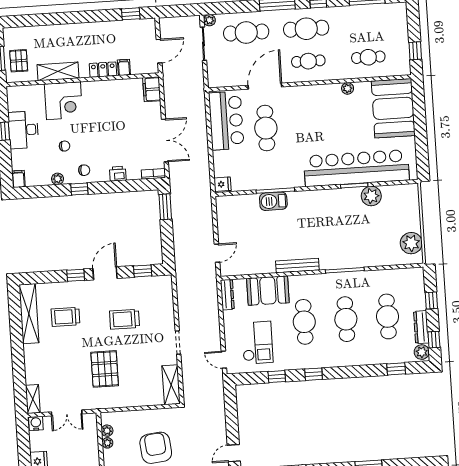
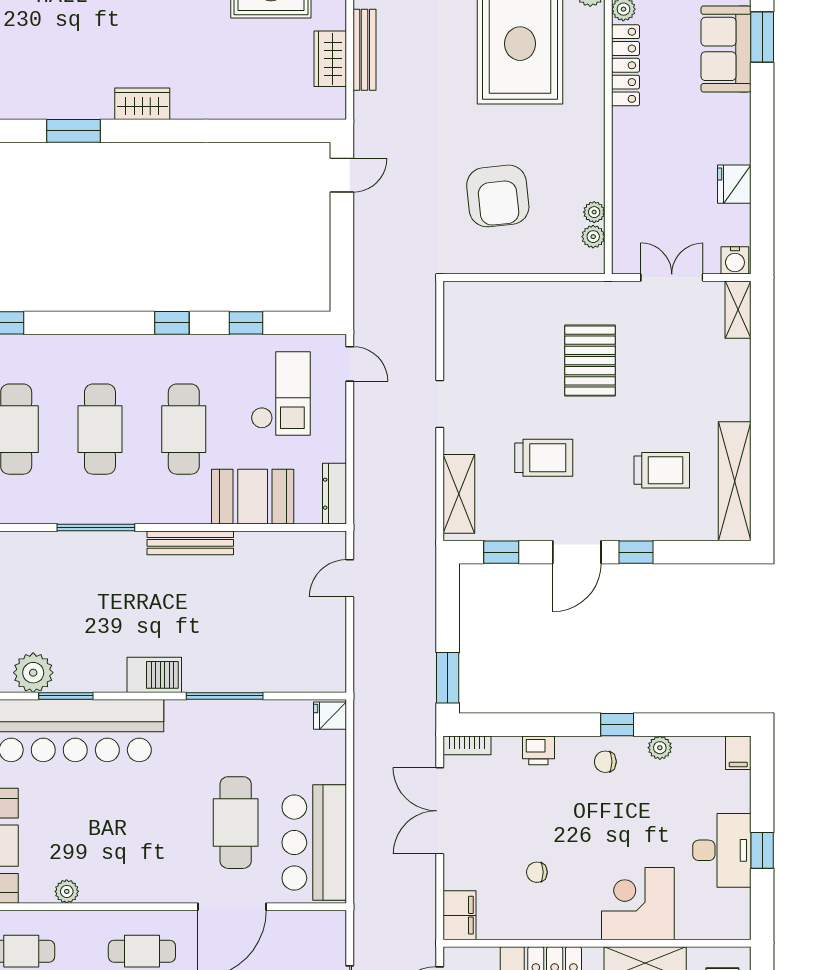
chair: (65, 146) -> (537, 872), moved
barbecue: (273, 201) -> (154, 675), moved
checkout: (257, 343) -> (281, 394), turned 180
shelving: (171, 385) -> (459, 494), moved

